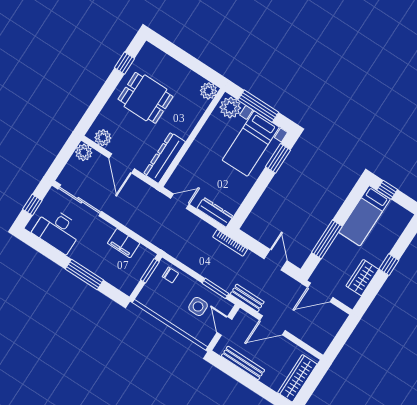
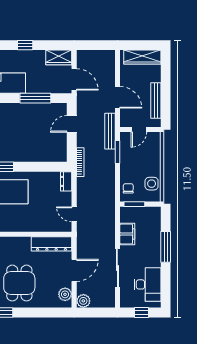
sliding door: (80, 200) -> (117, 268), moved
dresser: (215, 212) -> (66, 181), width x0.70
wardrobe: (362, 278) -> (59, 57), moved
bench: (247, 298) -> (110, 131), width x1.36
side table: (198, 306) -> (152, 184), moved

